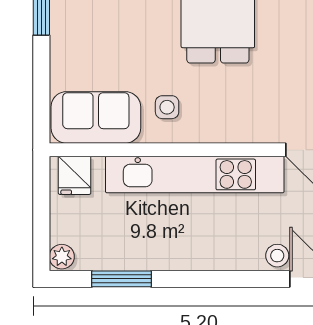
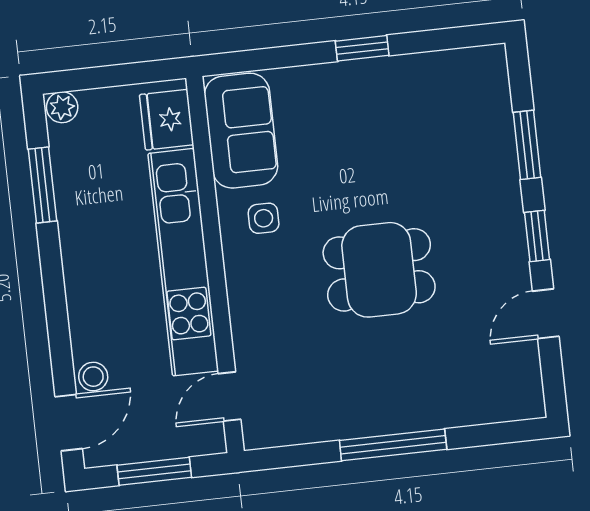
fridge: (75, 175) -> (166, 120), width x1.38

